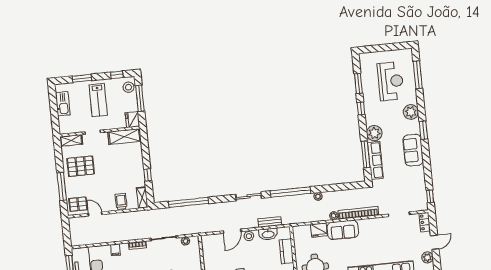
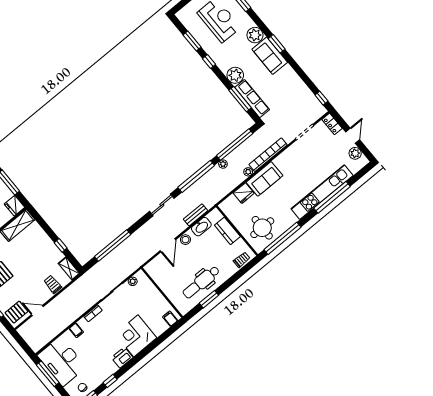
sofa: (413, 150) -> (270, 56), moved
window: (337, 187) -> (235, 145), added

